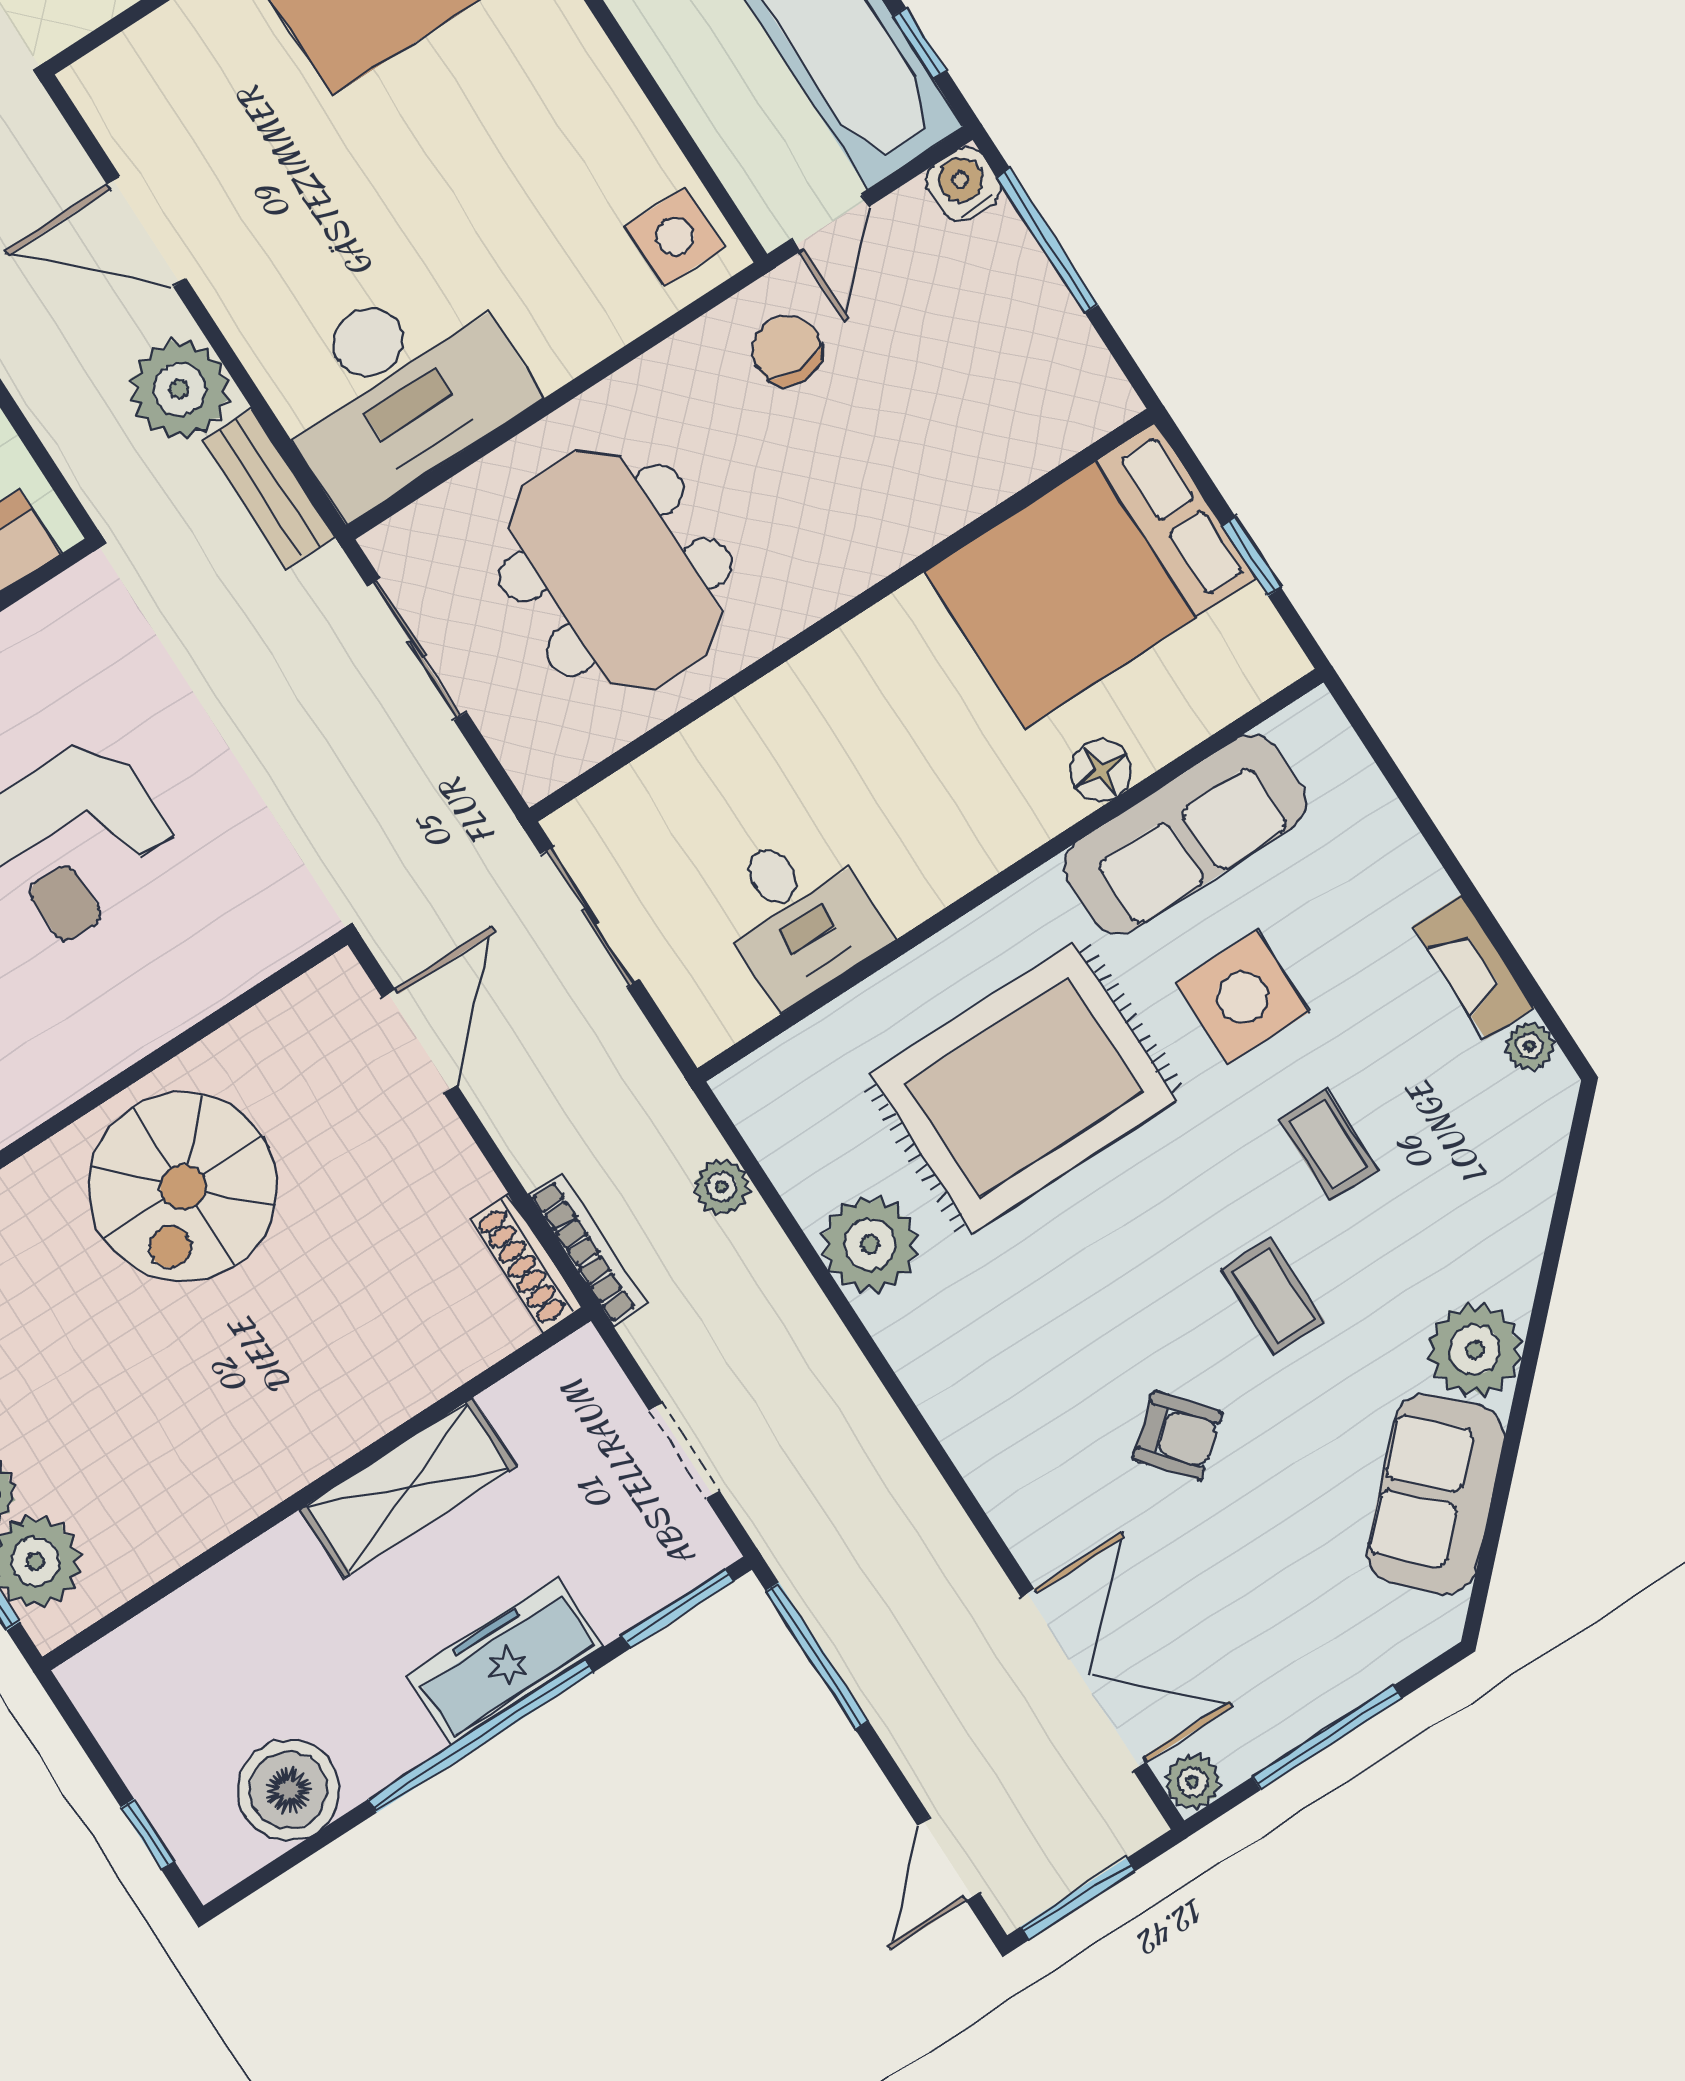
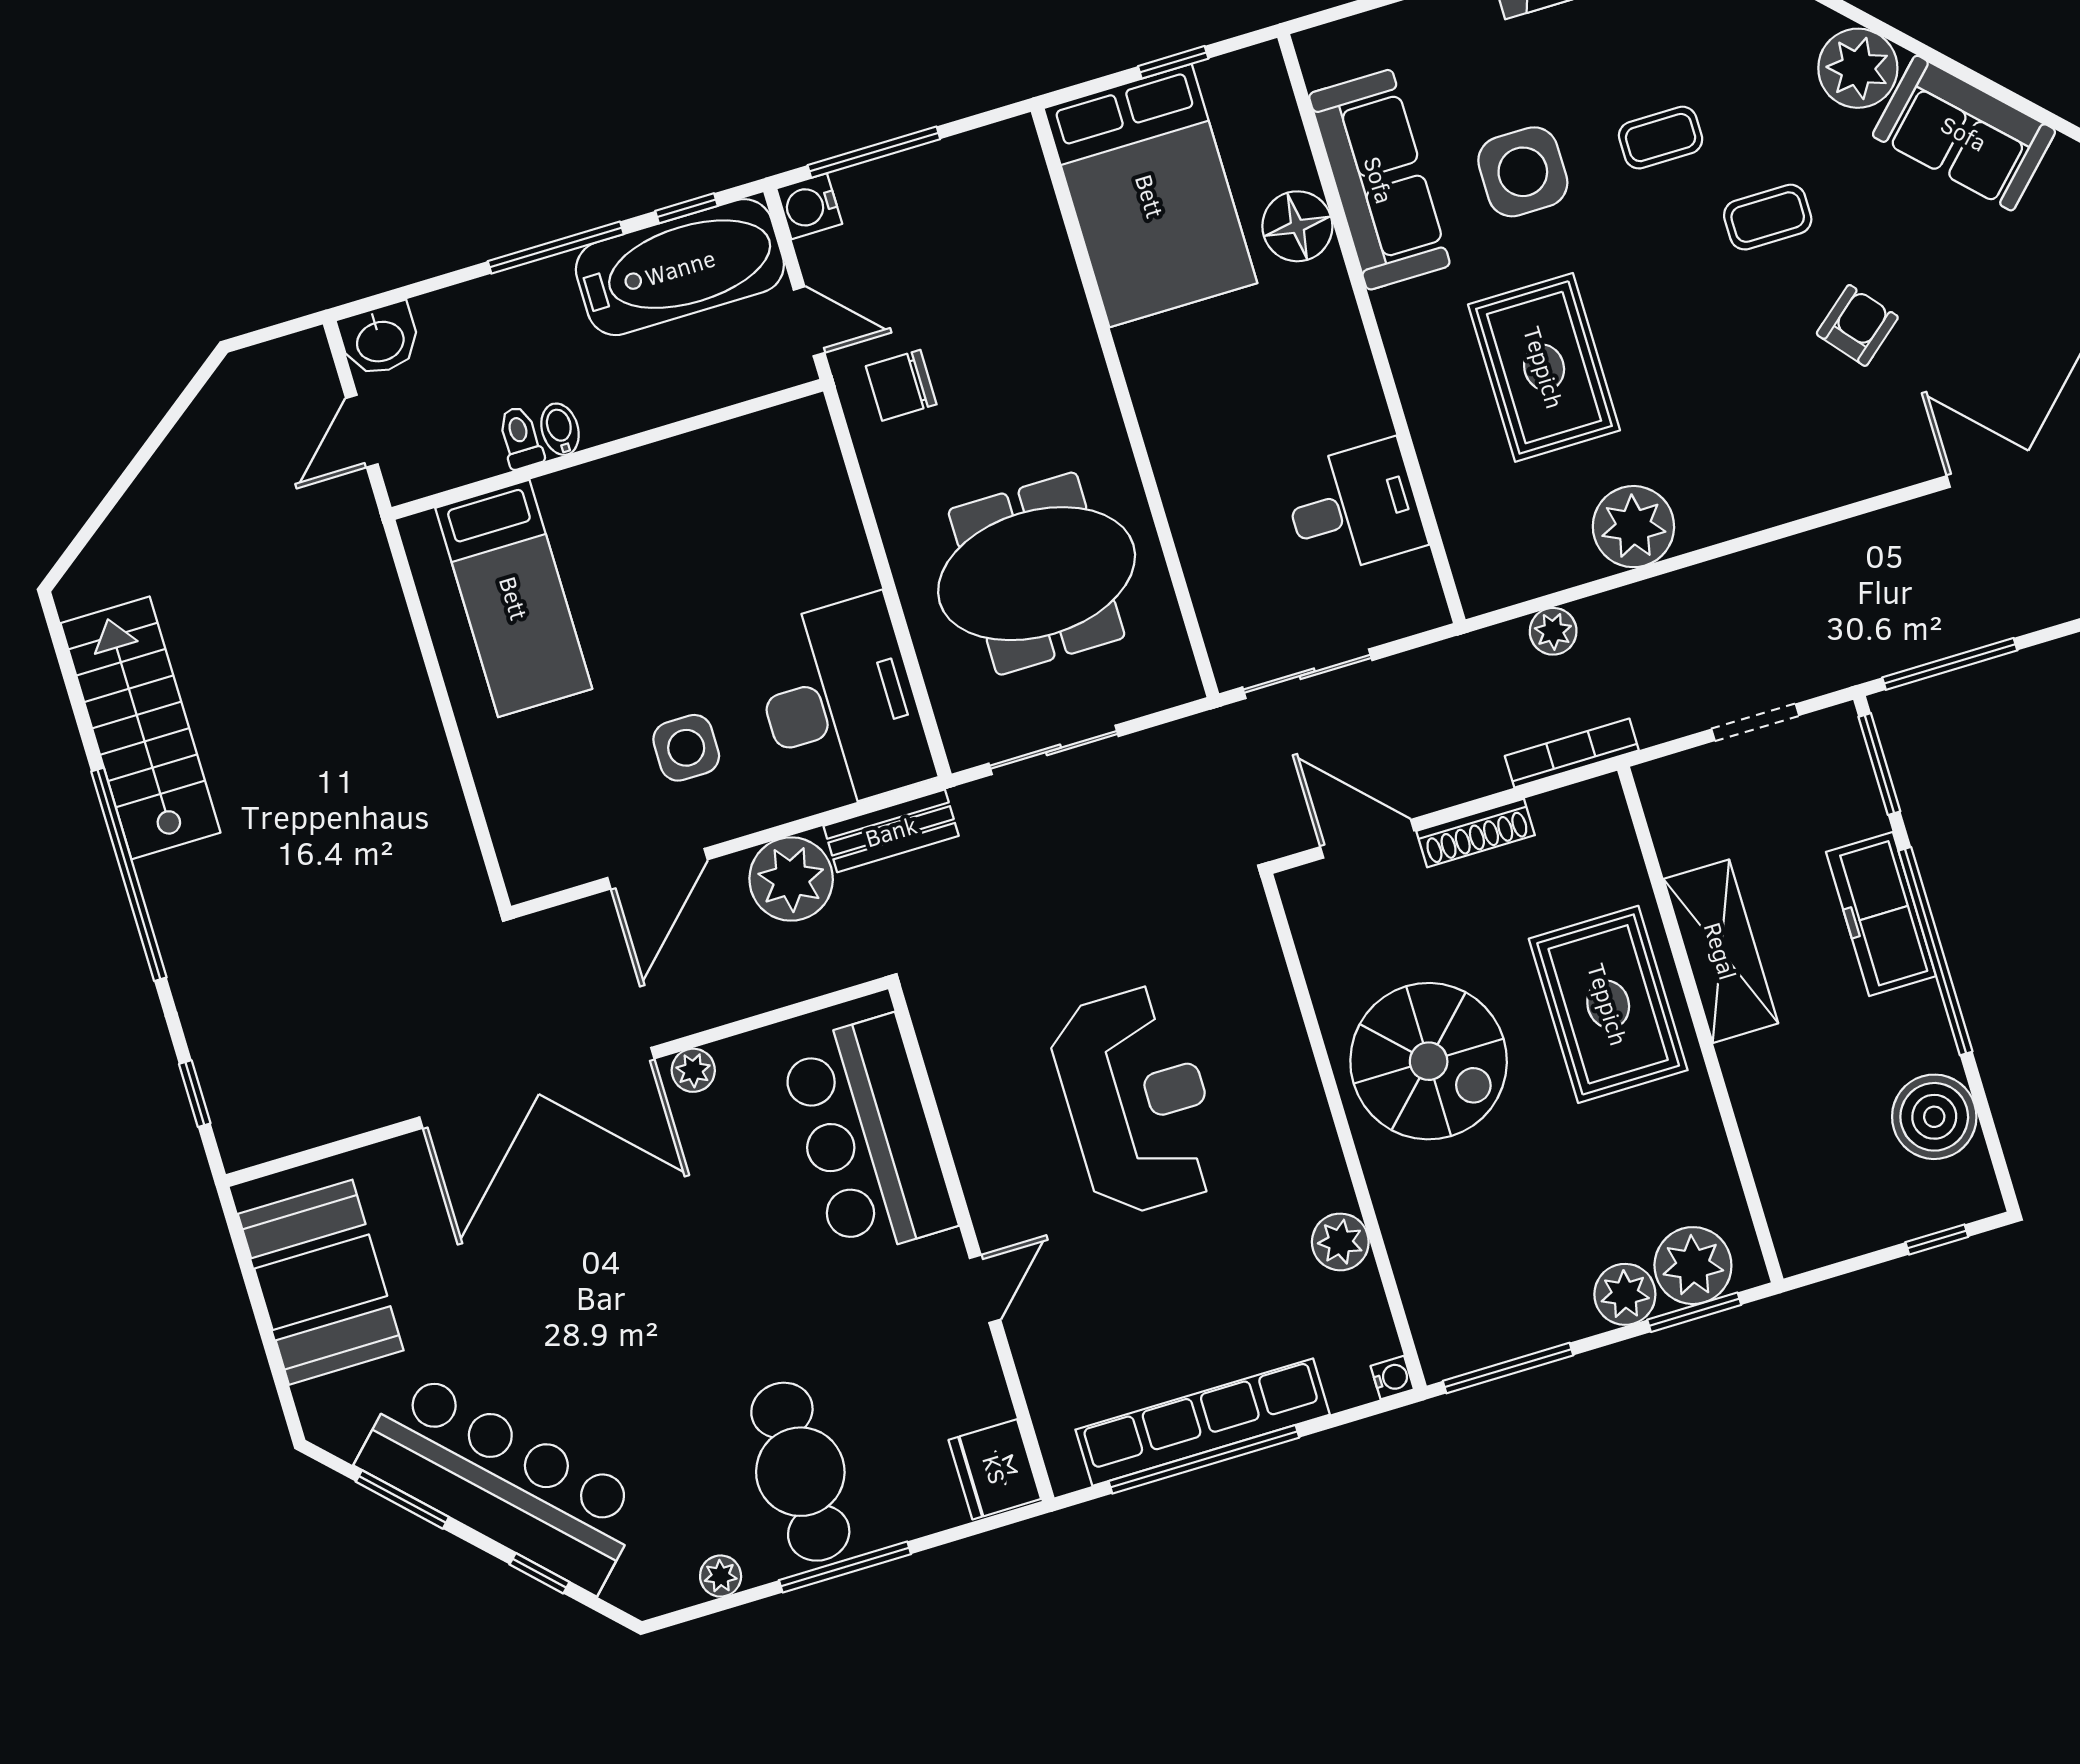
side table: (675, 237) -> (686, 748), moved
floor lamp: (1101, 771) -> (1297, 226), width x1.38, depth x1.38
rug: (1024, 1088) -> (1544, 367), width x0.73, depth x0.69
shoe rack: (526, 1263) -> (1476, 833), moved
rug: (309, 1376) -> (1608, 1004), added

